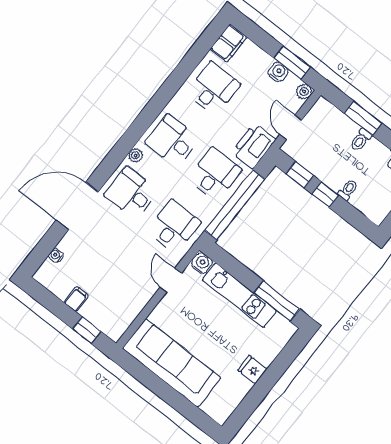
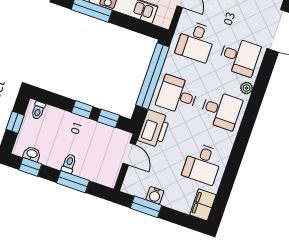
plant: (304, 91) -> (128, 187), removed
desk: (215, 174) -> (177, 95), turned 90
toilet: (348, 190) -> (38, 110), moved
water cooler: (202, 263) -> (163, 20), removed

